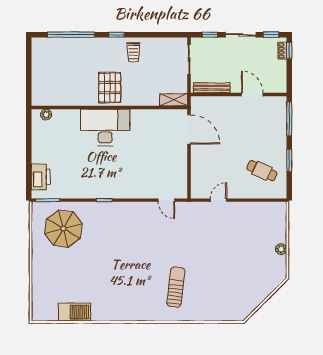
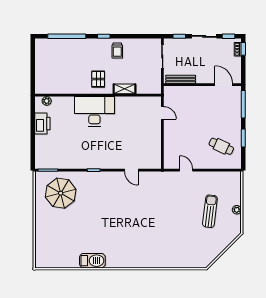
pallet: (110, 88) -> (98, 79), width x0.67, depth x0.71
door: (252, 94) -> (224, 85), moved
shelving: (174, 100) -> (124, 89), moved
door: (189, 129) -> (162, 113), width x0.53
printer: (41, 177) -> (42, 123), moved
door: (166, 200) -> (131, 170), moved
door: (219, 200) -> (186, 170), hinge flipped
sun lounger: (176, 287) -> (210, 211), moved
barbecue: (75, 312) -> (92, 261), moved

